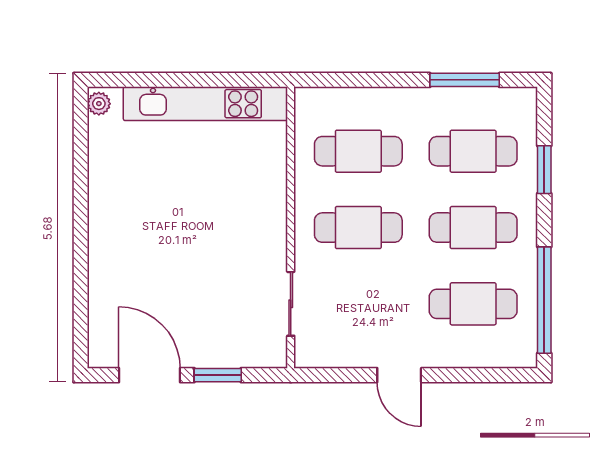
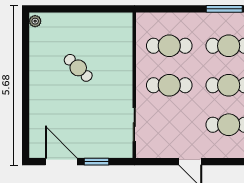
kitchen unit: (205, 104) -> (90, 21), removed
cafe table: (182, 194) -> (78, 68), added

